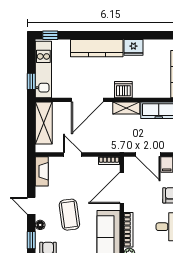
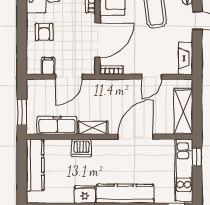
dishwasher: (123, 90) -> (81, 148), moved
door: (73, 154) -> (152, 77), hinge flipped
door: (148, 154) -> (69, 77), swing flipped

